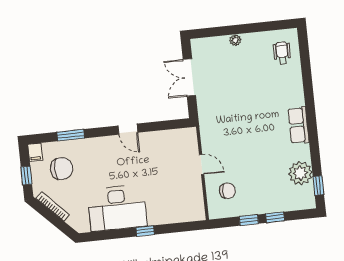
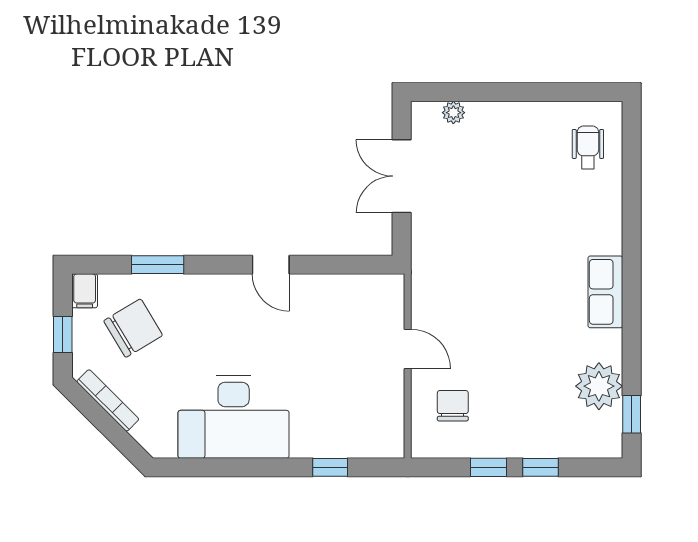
plant: (235, 40) -> (453, 113), moved
chair: (62, 169) -> (133, 328), turned -31
chair: (227, 191) -> (453, 406), turned -90
window: (145, 231) -> (330, 467), moved

